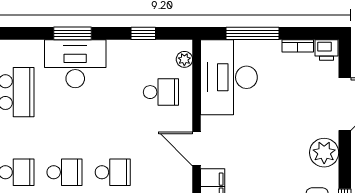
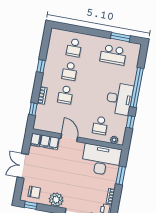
window: (72, 33) -> (137, 87), width x2.11
window: (252, 33) -> (121, 175), width x0.69
desk: (75, 64) -> (119, 99), moved
door: (197, 149) -> (69, 138), hinge flipped

